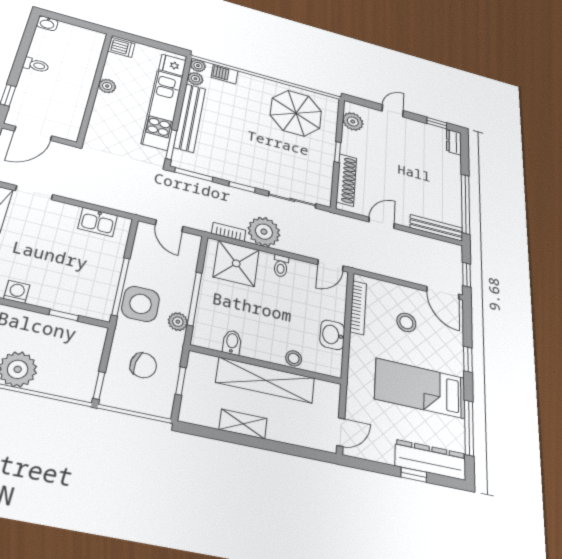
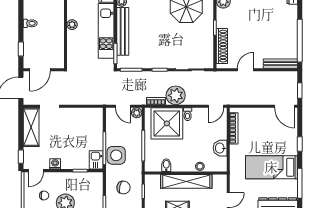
kitchen sink: (98, 222) -> (96, 160), moved, turned 90
shower: (236, 263) -> (167, 123), width x1.37, depth x1.37
plant: (178, 322) -> (137, 113), moved
stool: (406, 322) -> (263, 130), removed

